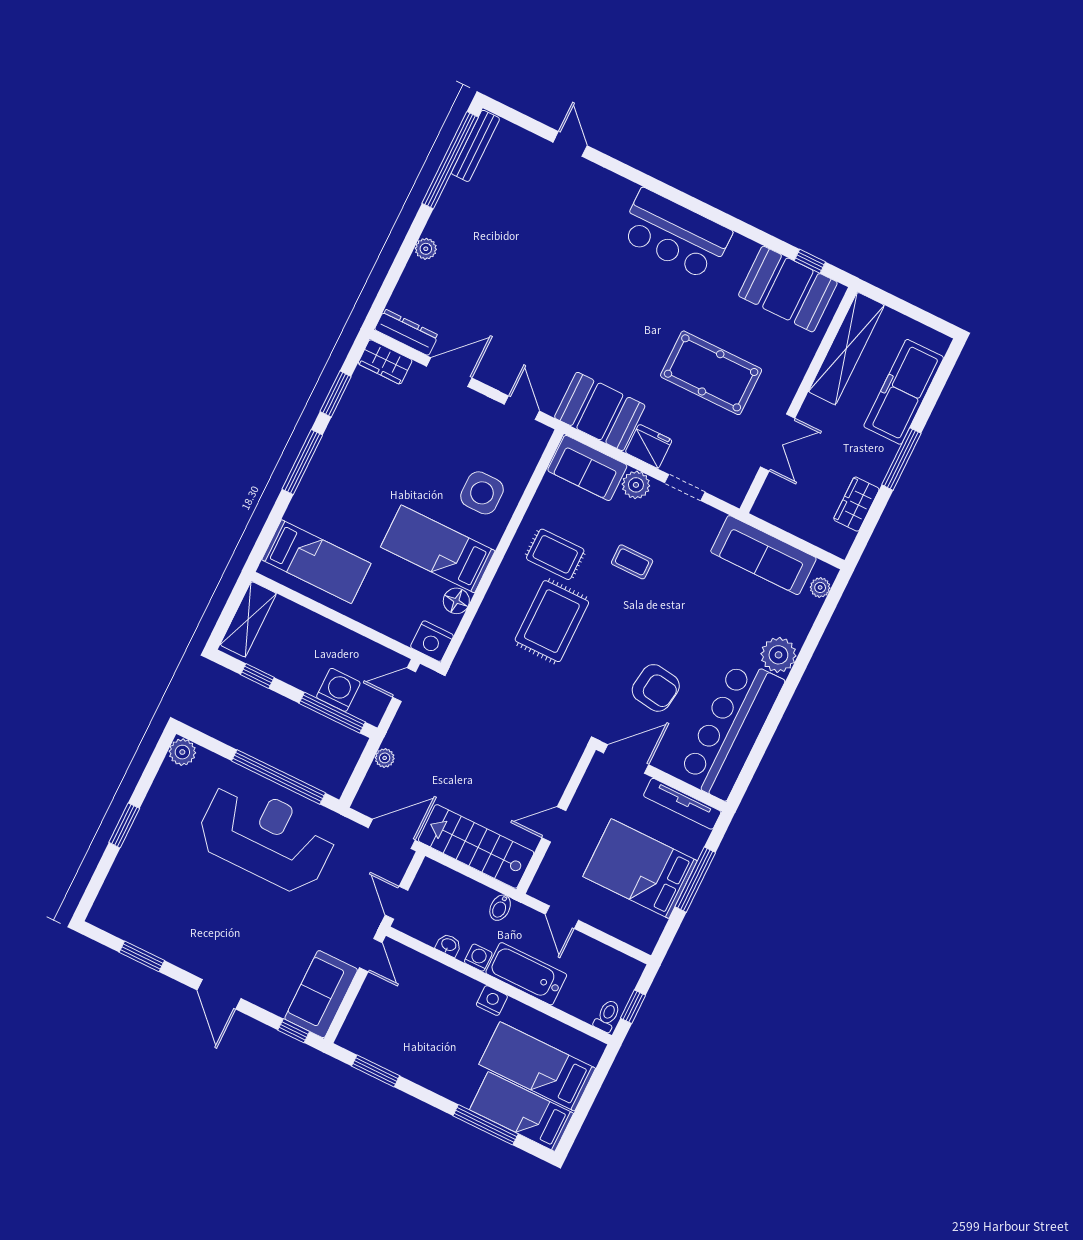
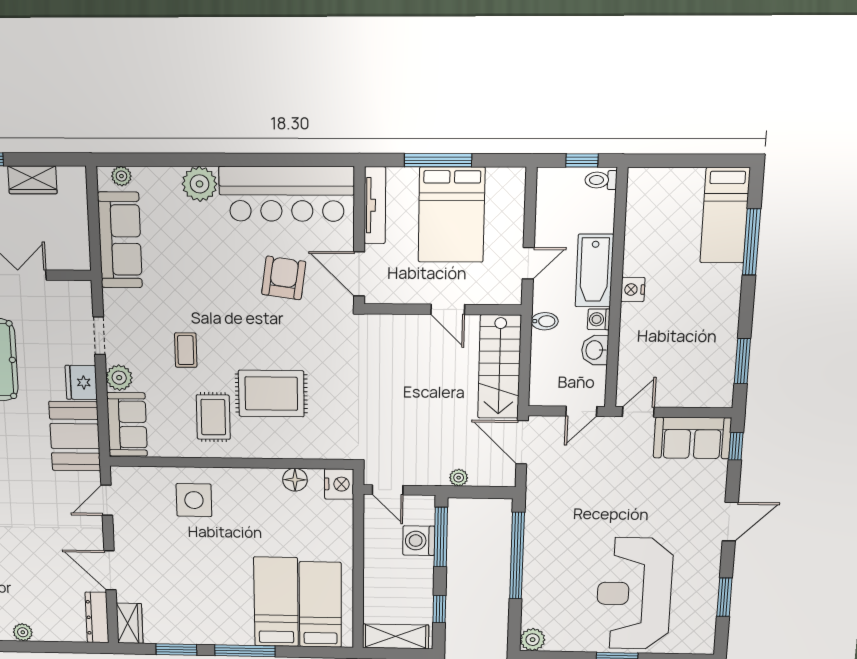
bed: (438, 549) -> (276, 602), moved, turned 180
reception desk: (266, 837) -> (634, 594), moved
washbasin: (449, 945) -> (595, 350), width x1.38, depth x1.45
bed: (537, 1066) -> (676, 221), removed

